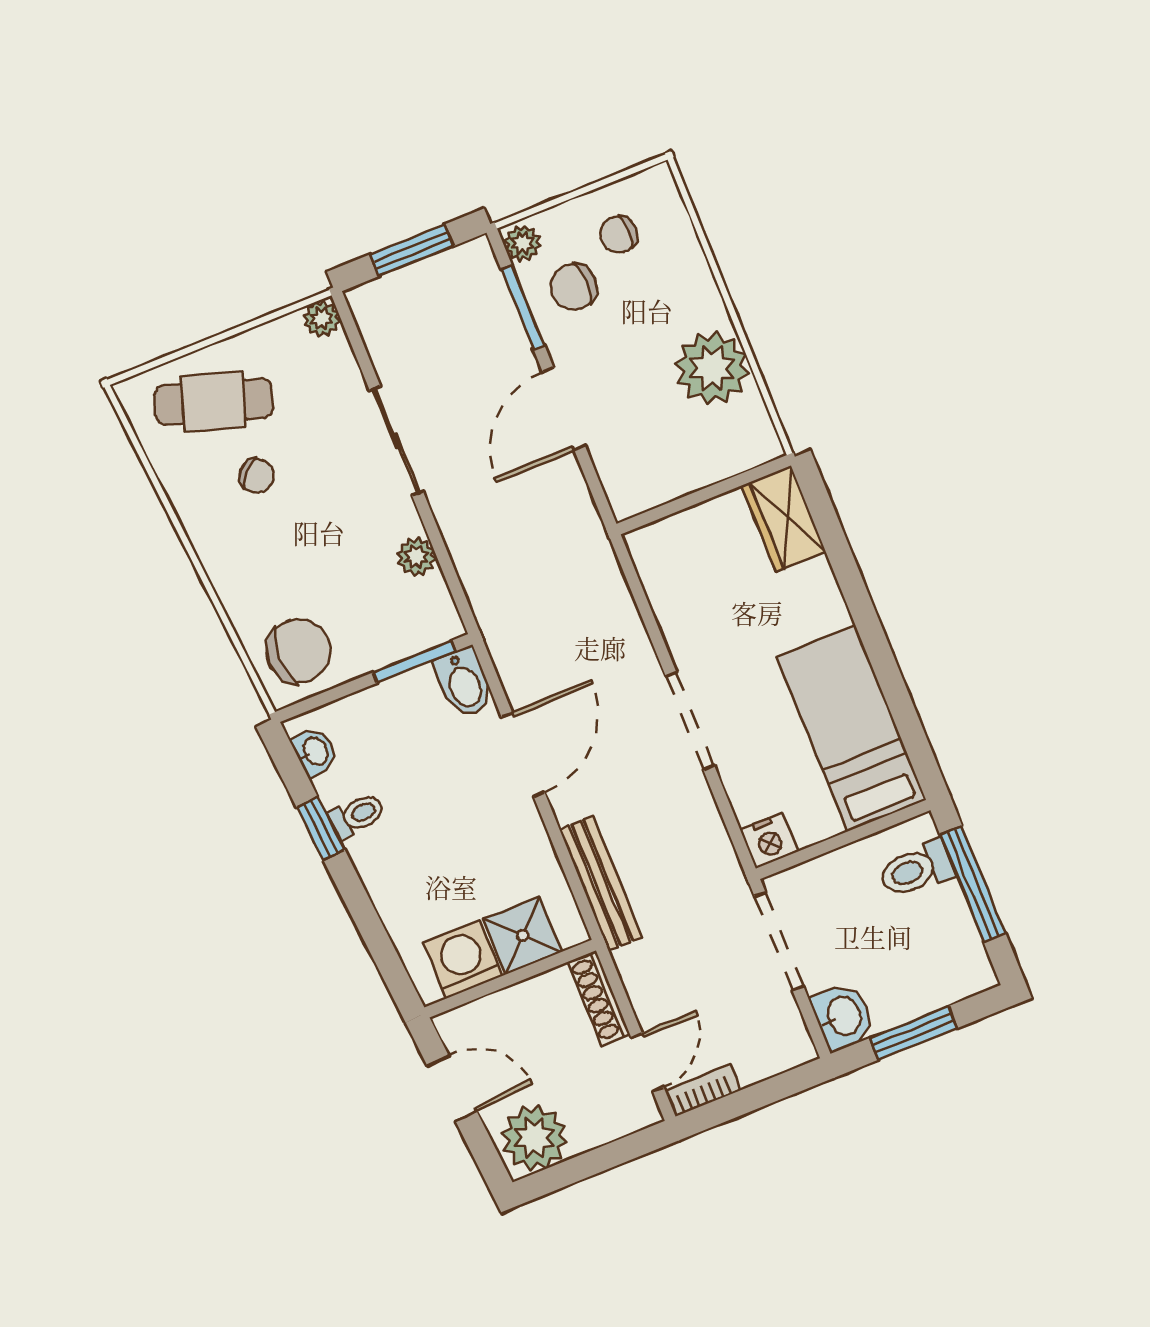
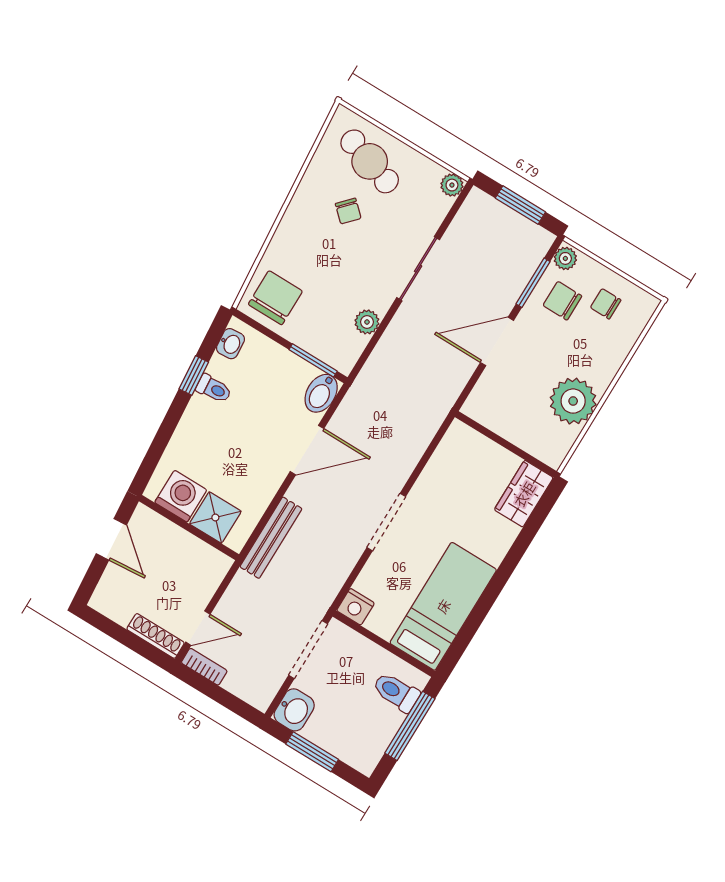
chair: (299, 651) -> (275, 298), turned -90
shoe rack: (599, 998) -> (156, 636), moved, turned 90
plant: (535, 1138) -> (117, 599), removed

